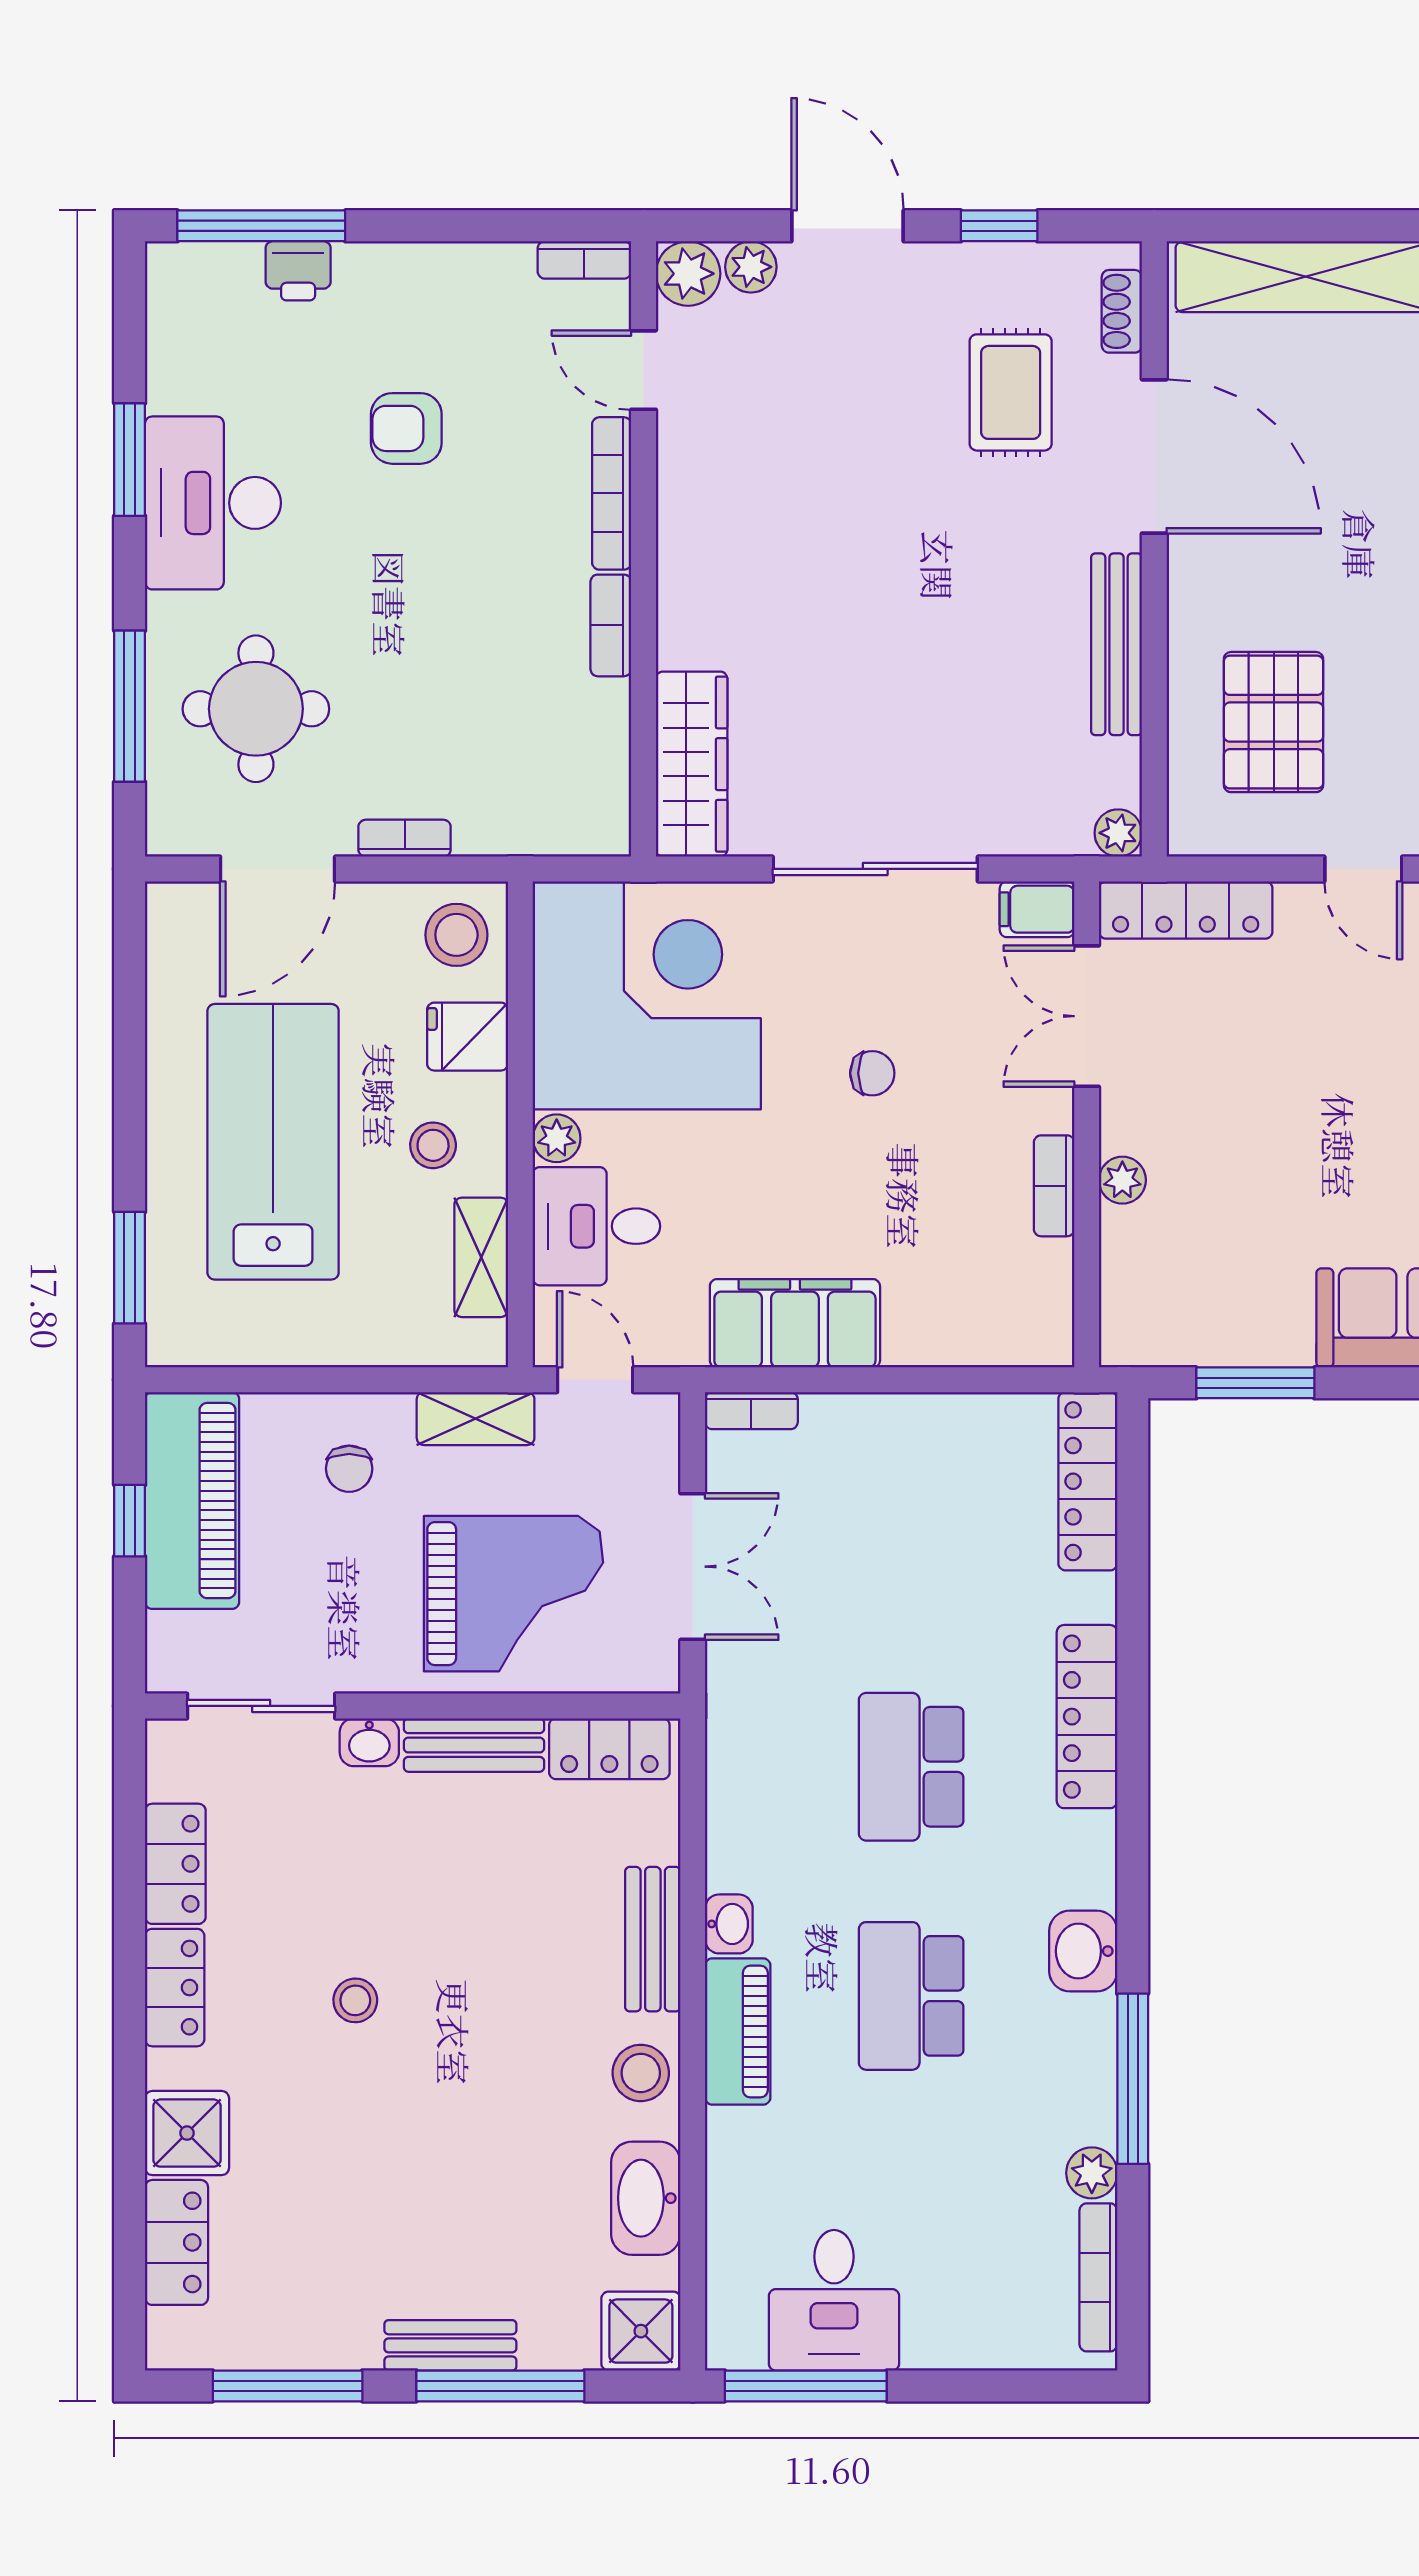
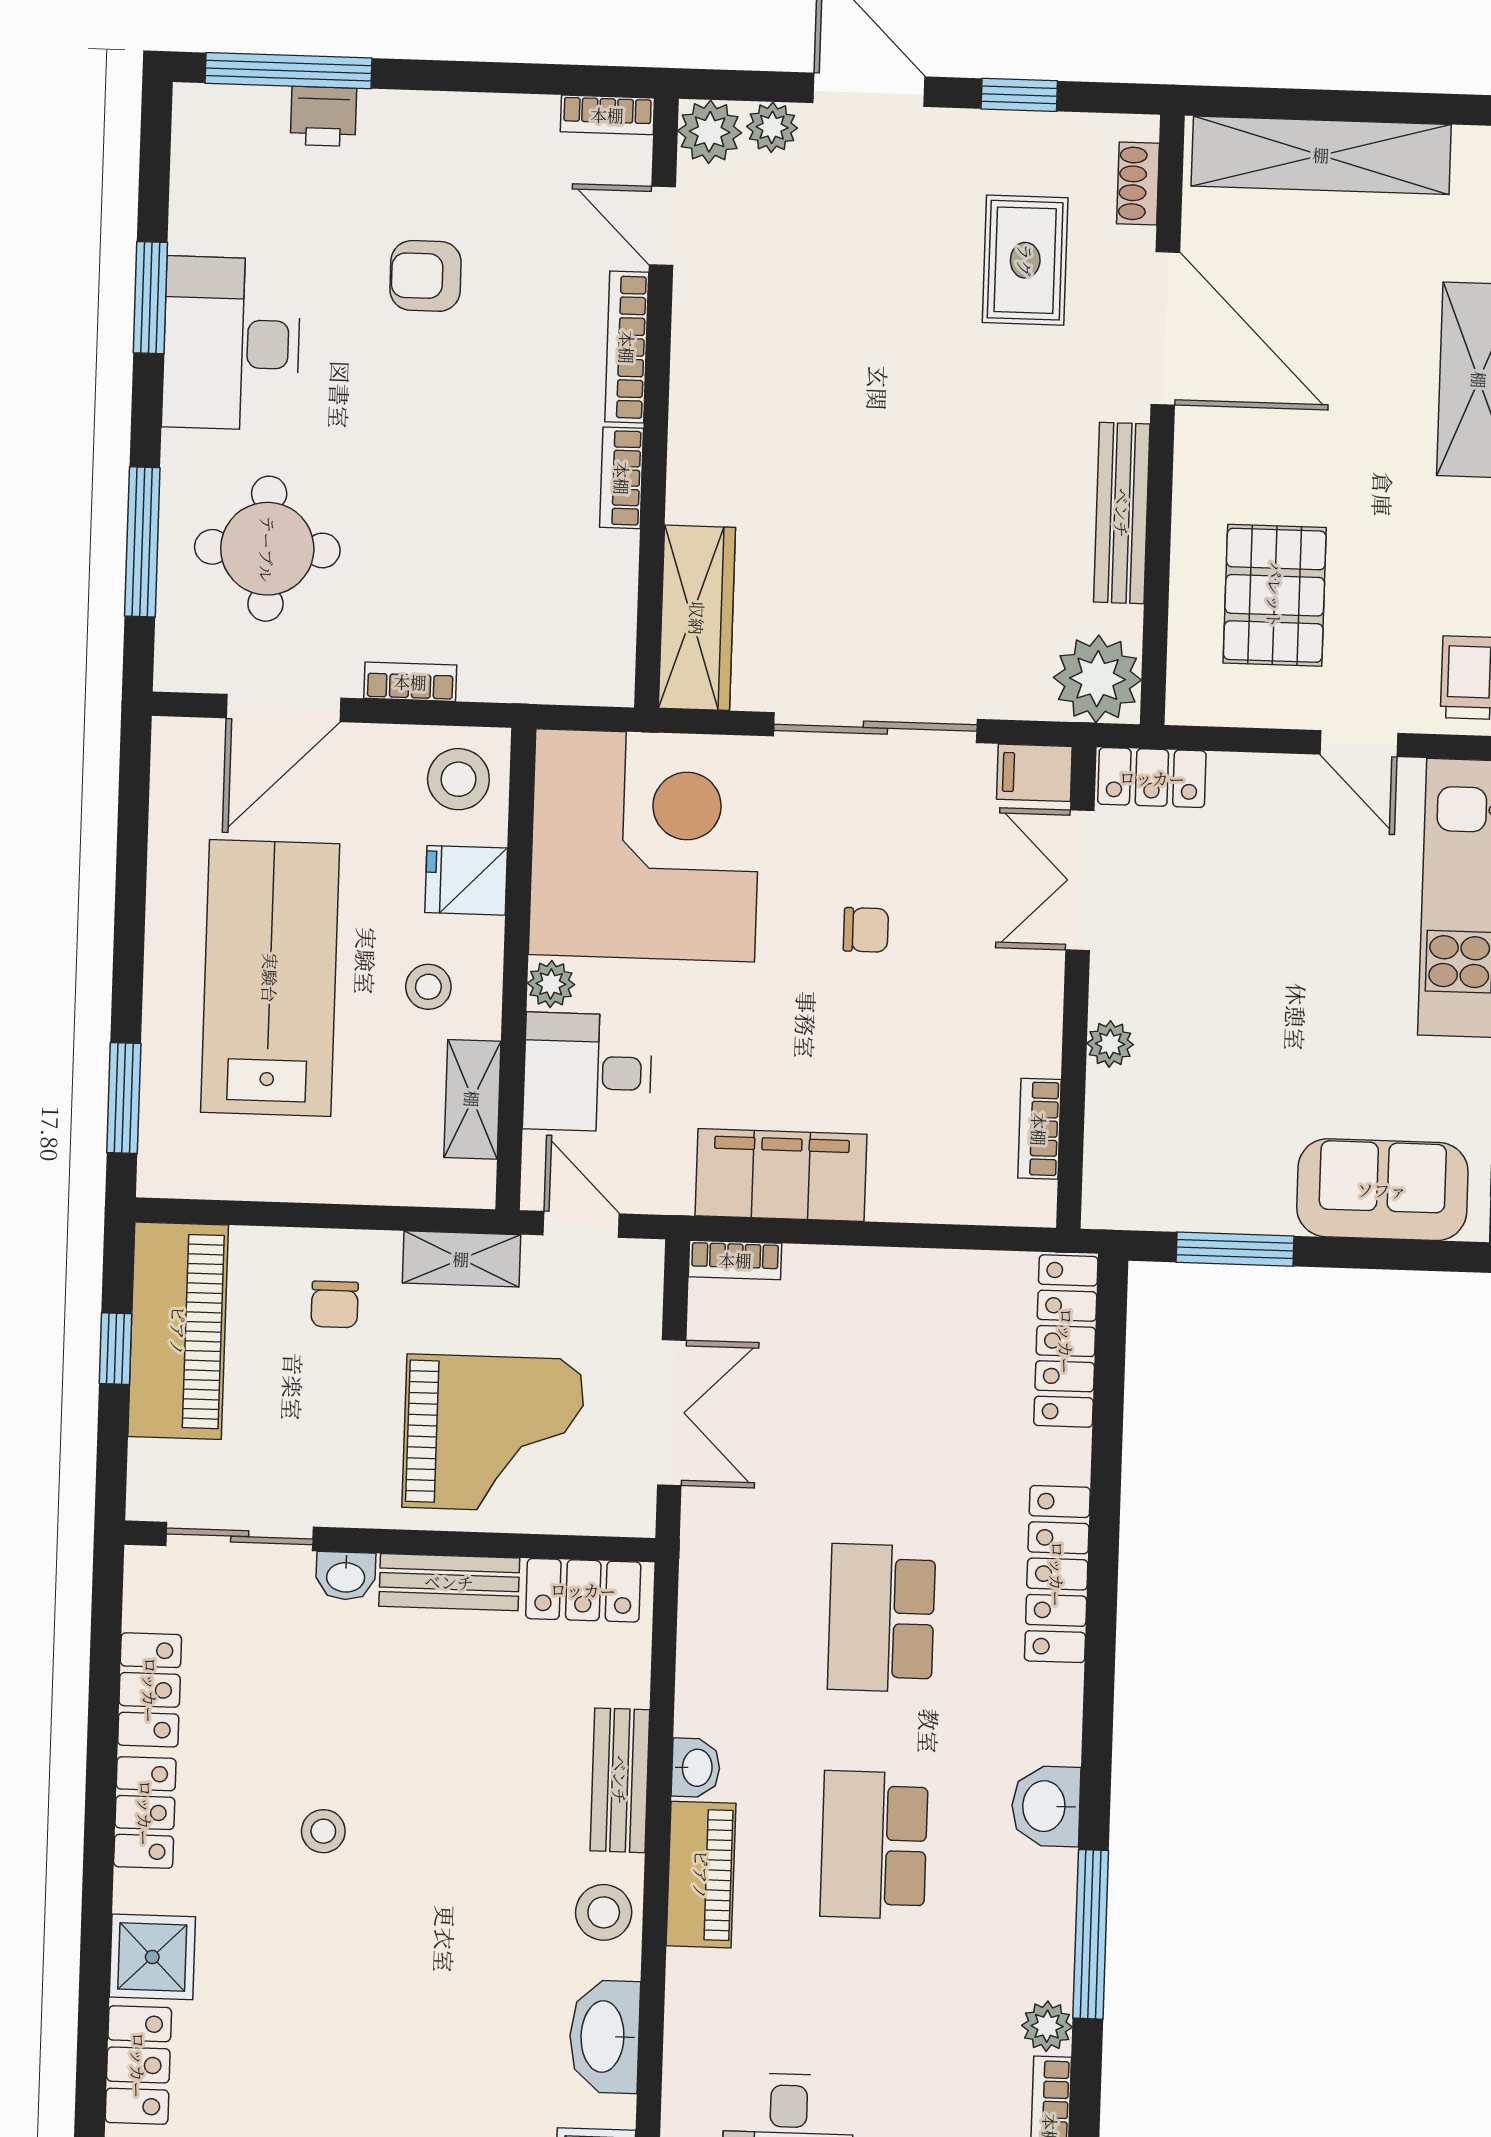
plant: (1118, 833) -> (1097, 679), width x1.88, depth x1.88
locker: (1186, 910) -> (1152, 778), width x0.66
bookcase: (1054, 1186) -> (1039, 1129), moved

